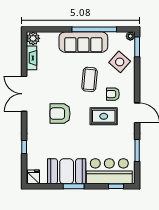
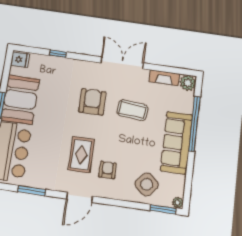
window: (94, 29) -> (194, 124), moved
coffee table: (89, 79) -> (132, 110), moved

